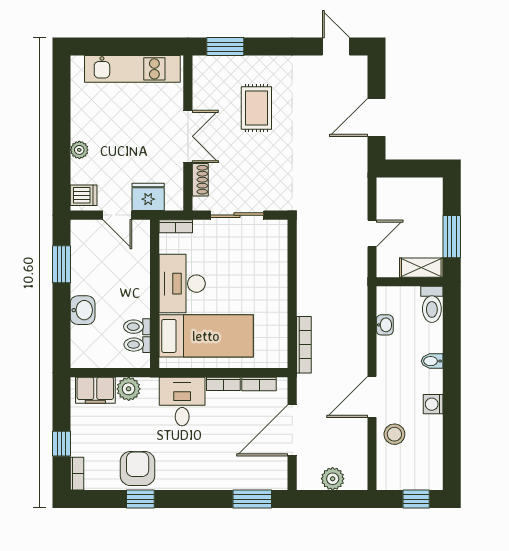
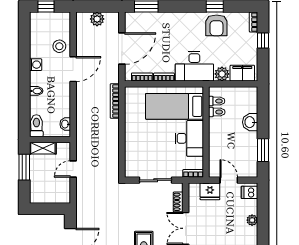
washbasin: (385, 325) -> (65, 124), moved
desk: (182, 402) -> (194, 66), width x1.37

